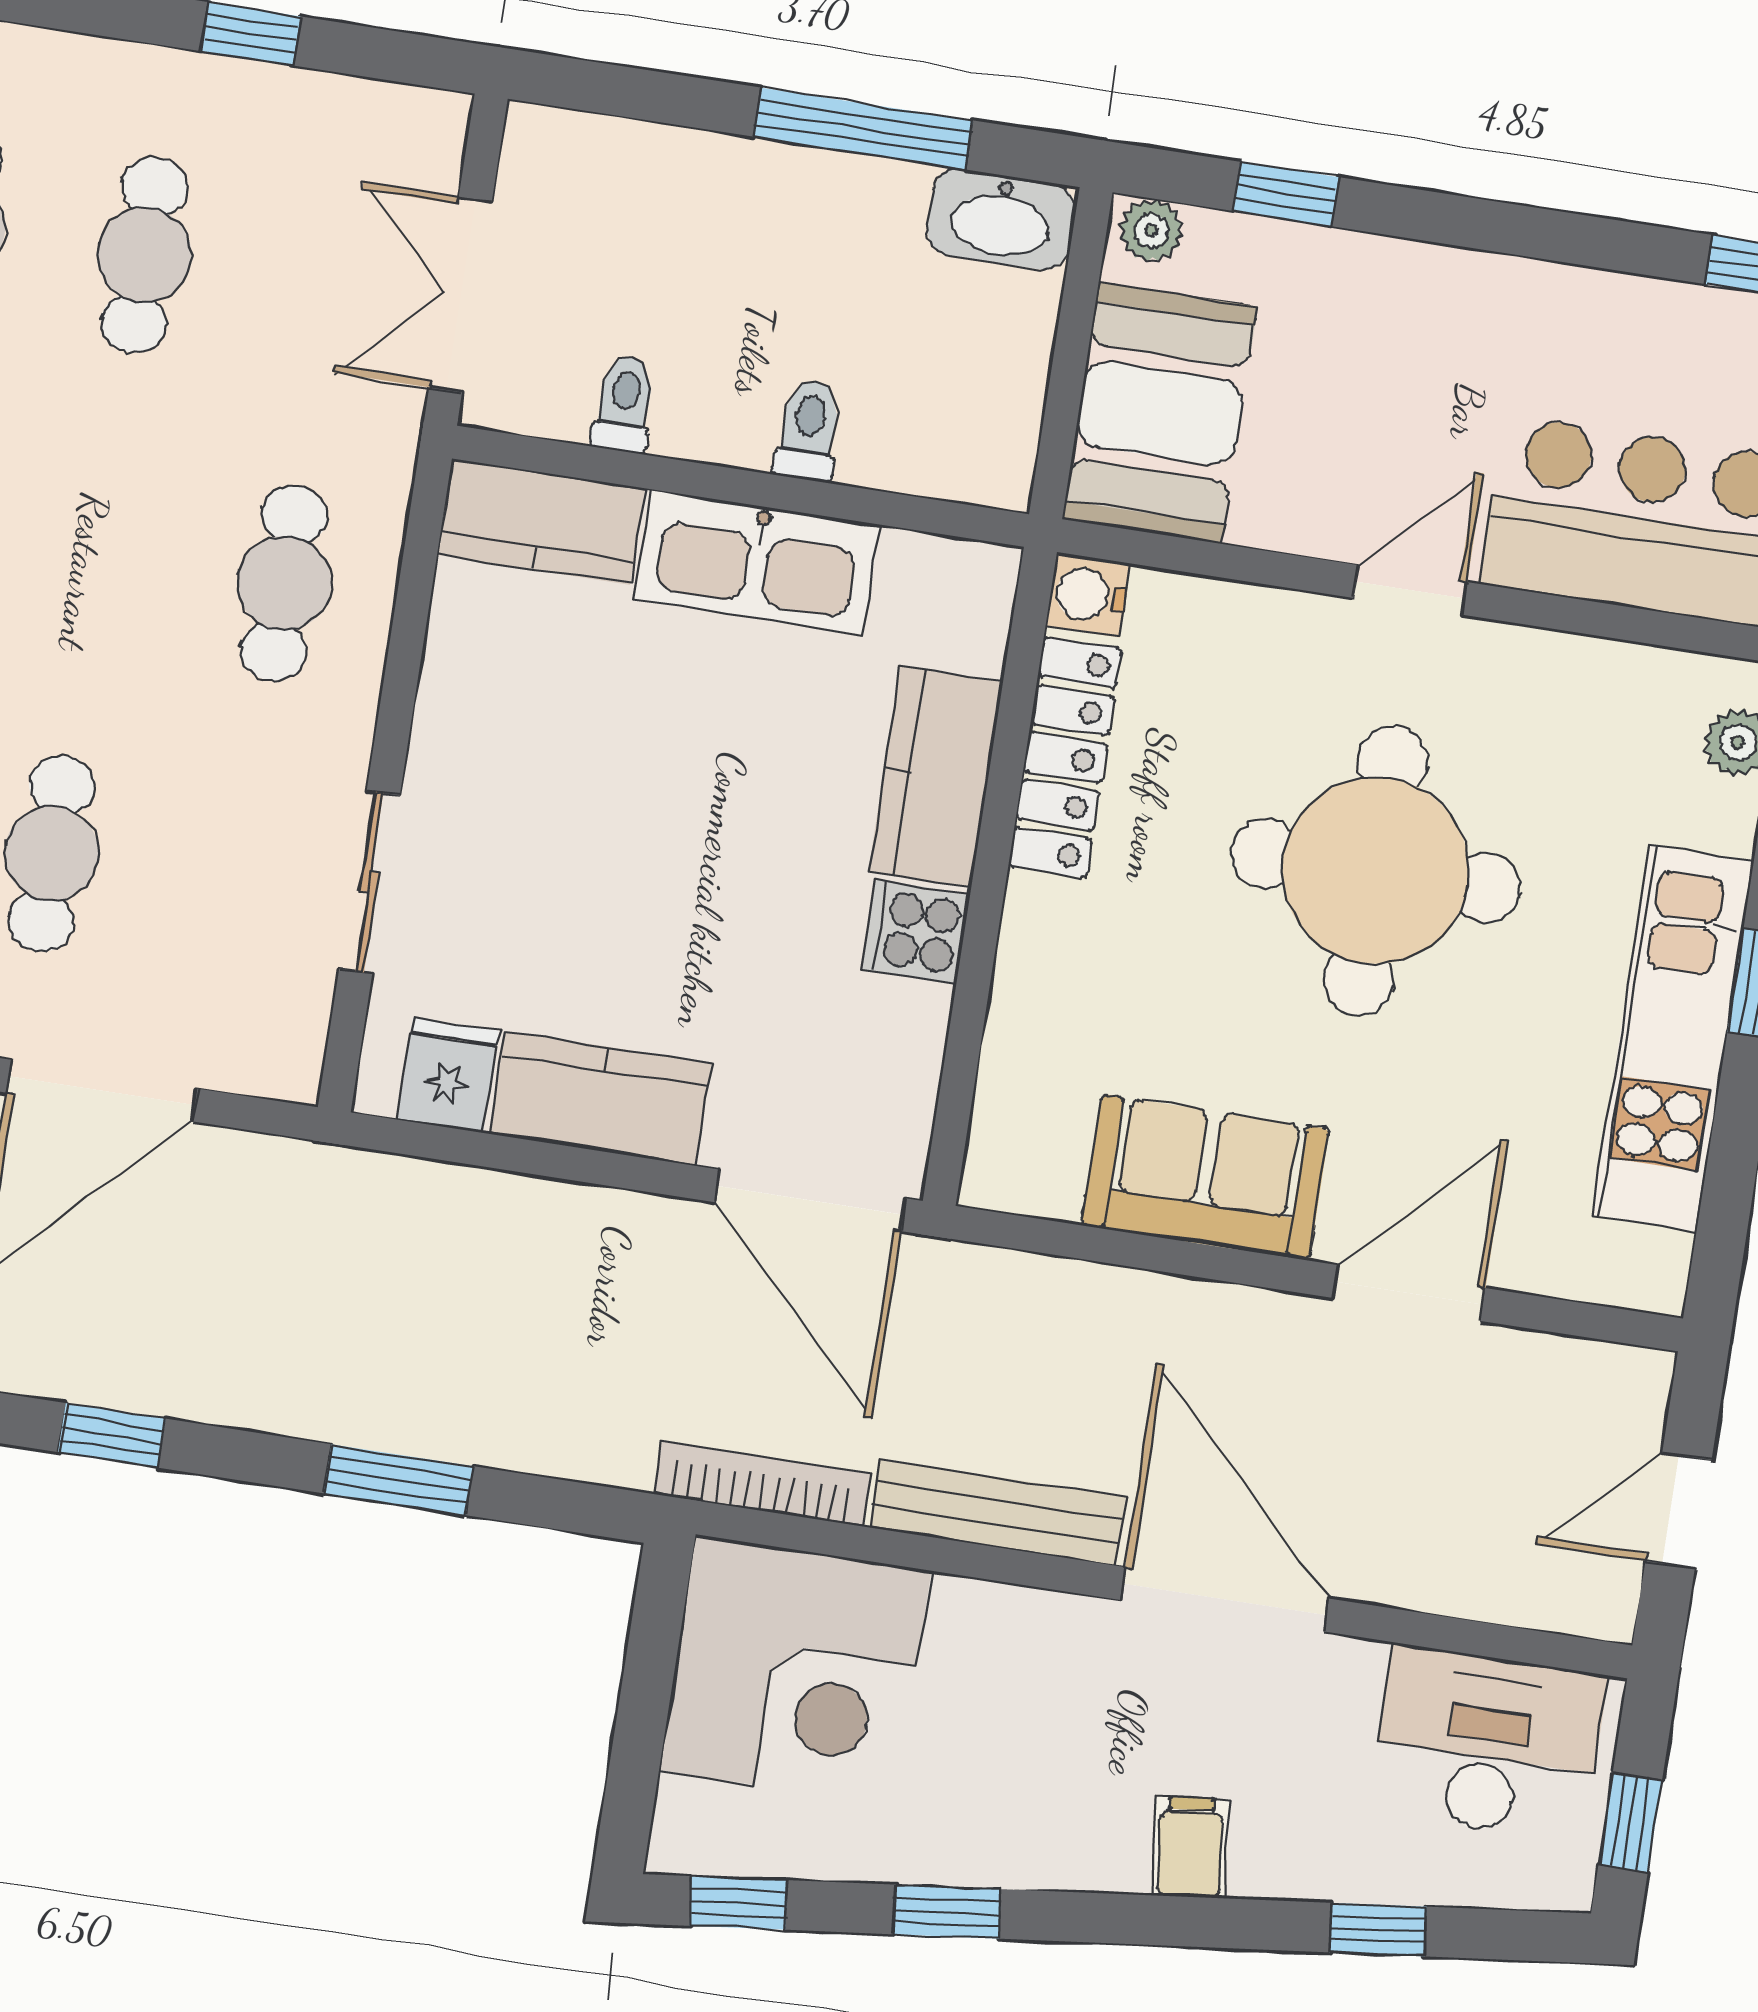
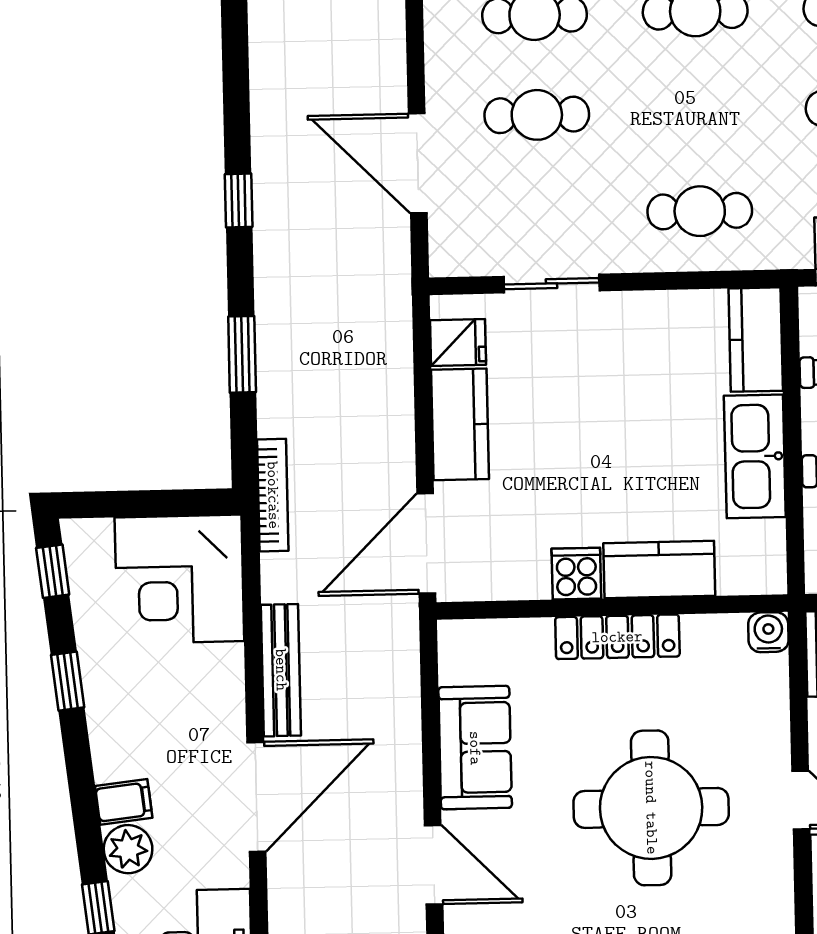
locker: (1065, 758) -> (617, 637), moved
bookcase: (763, 1484) -> (273, 495), moved
plant: (1279, 1855) -> (128, 849), added

